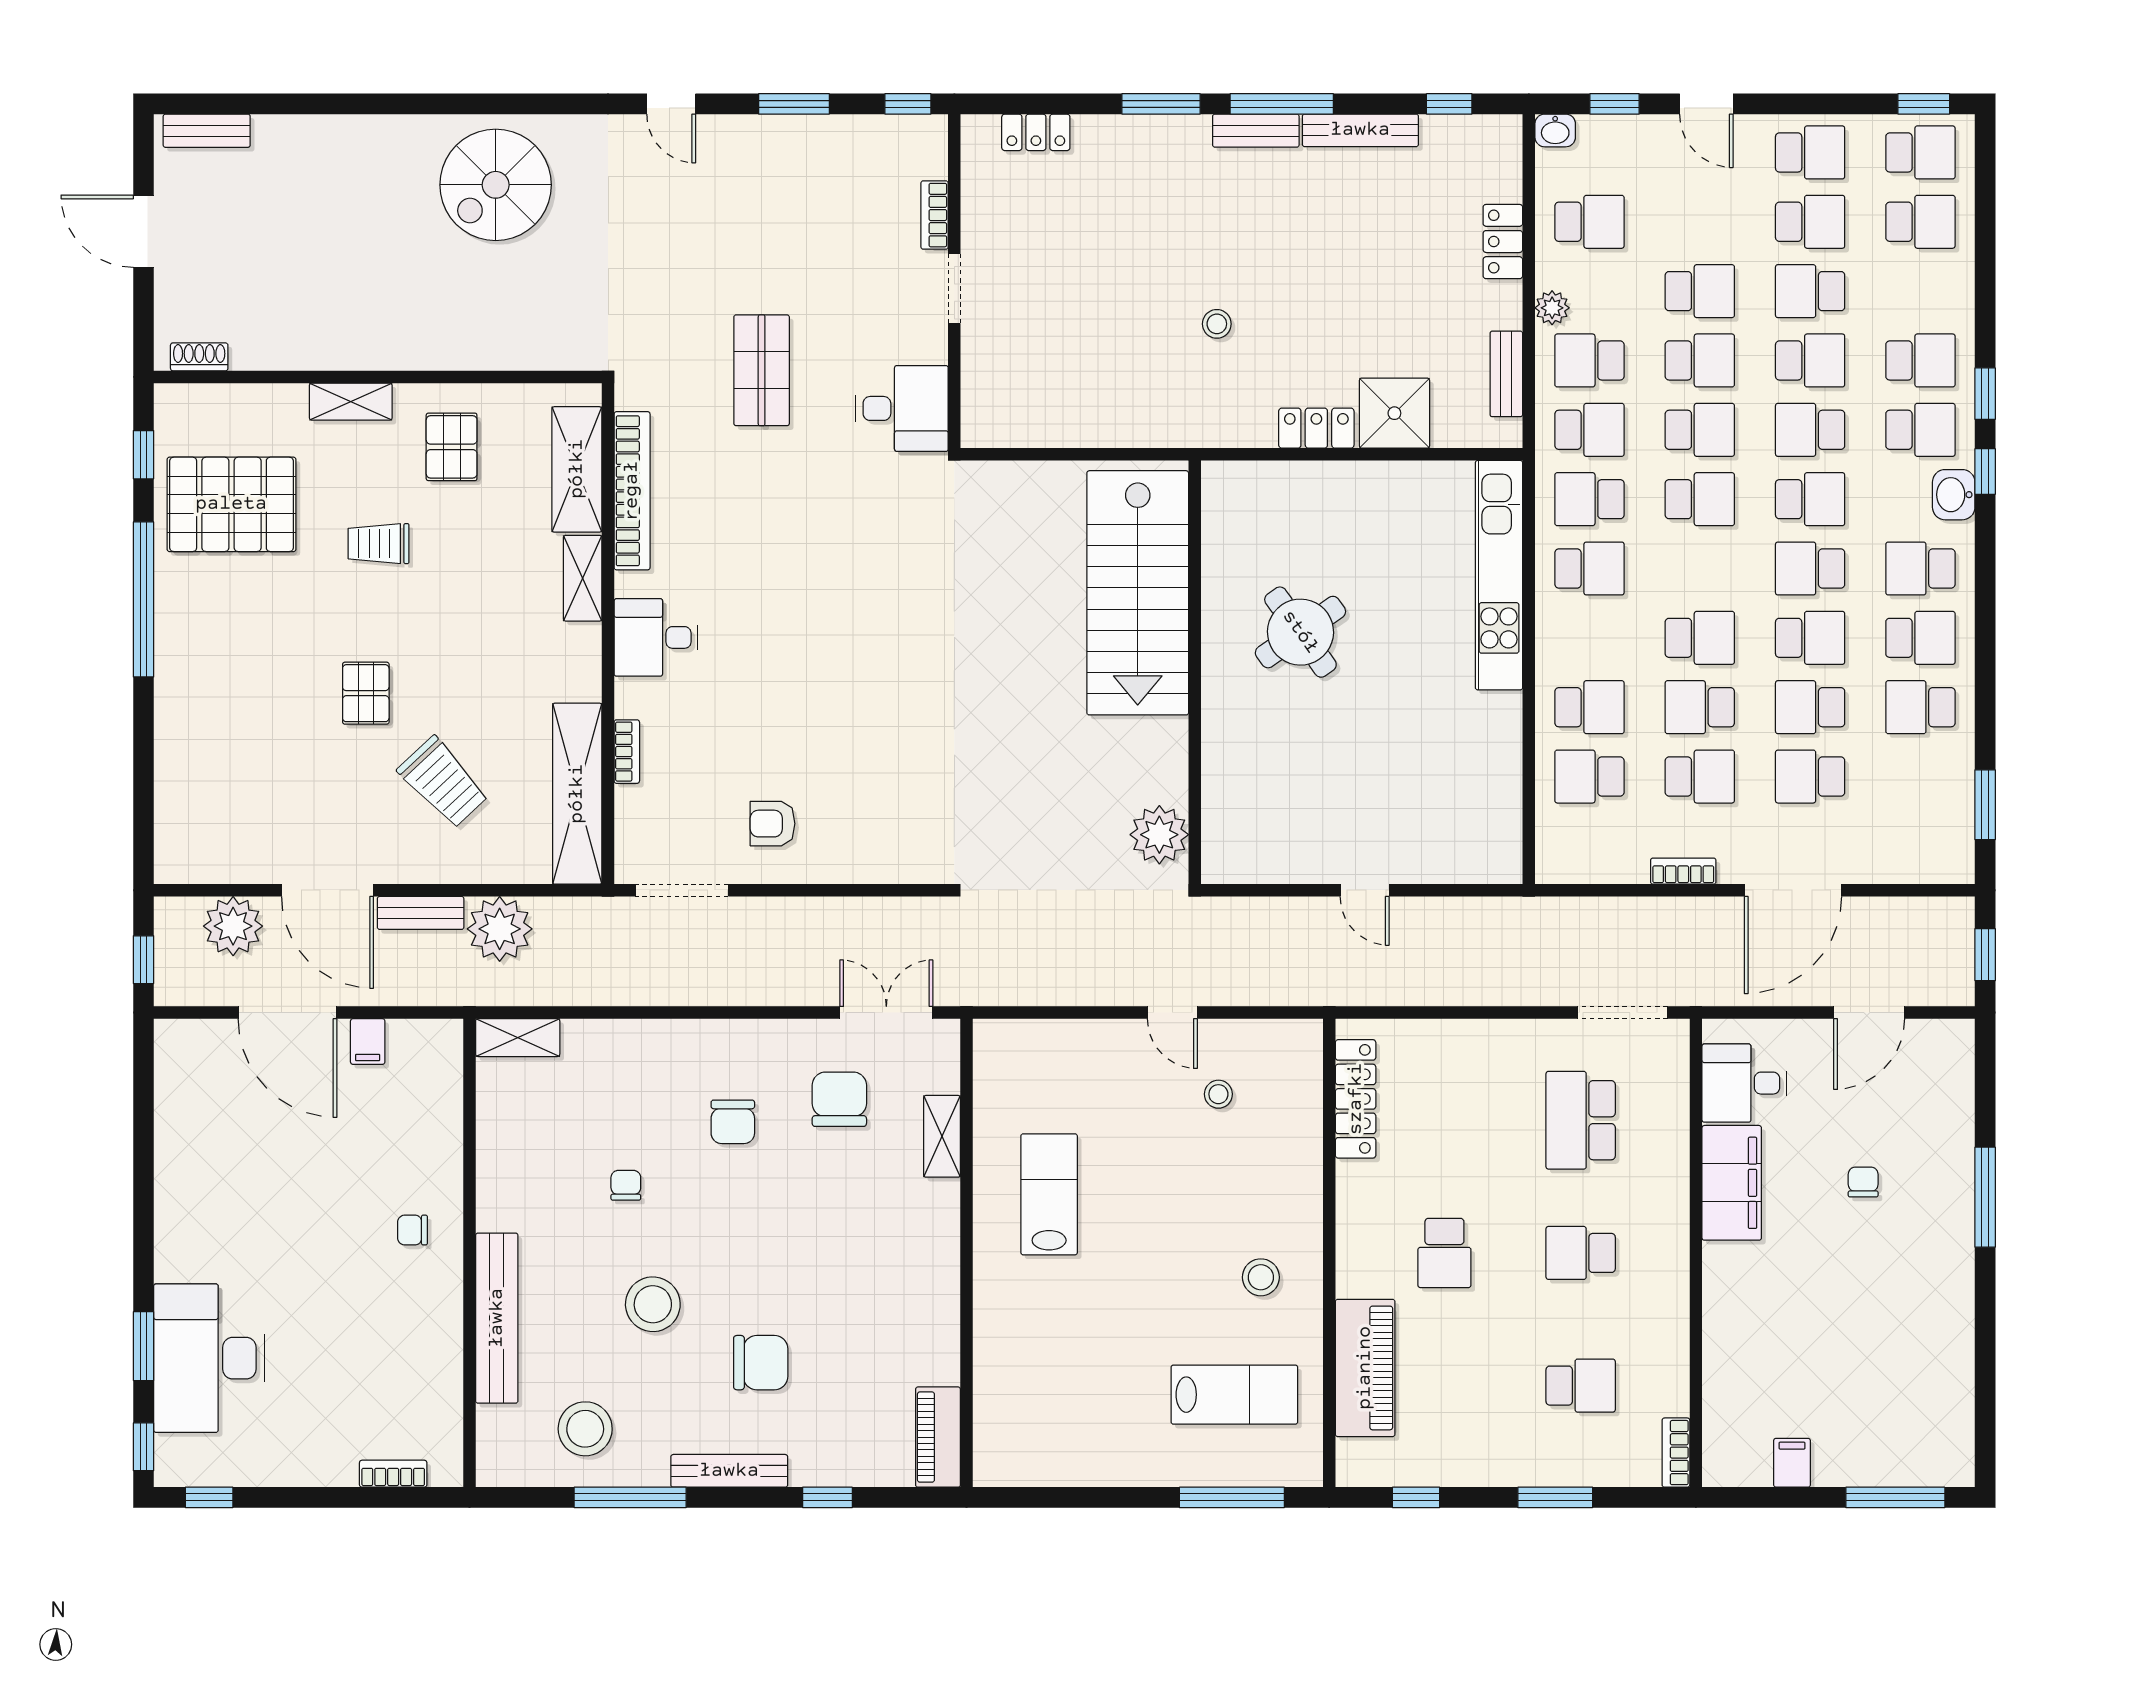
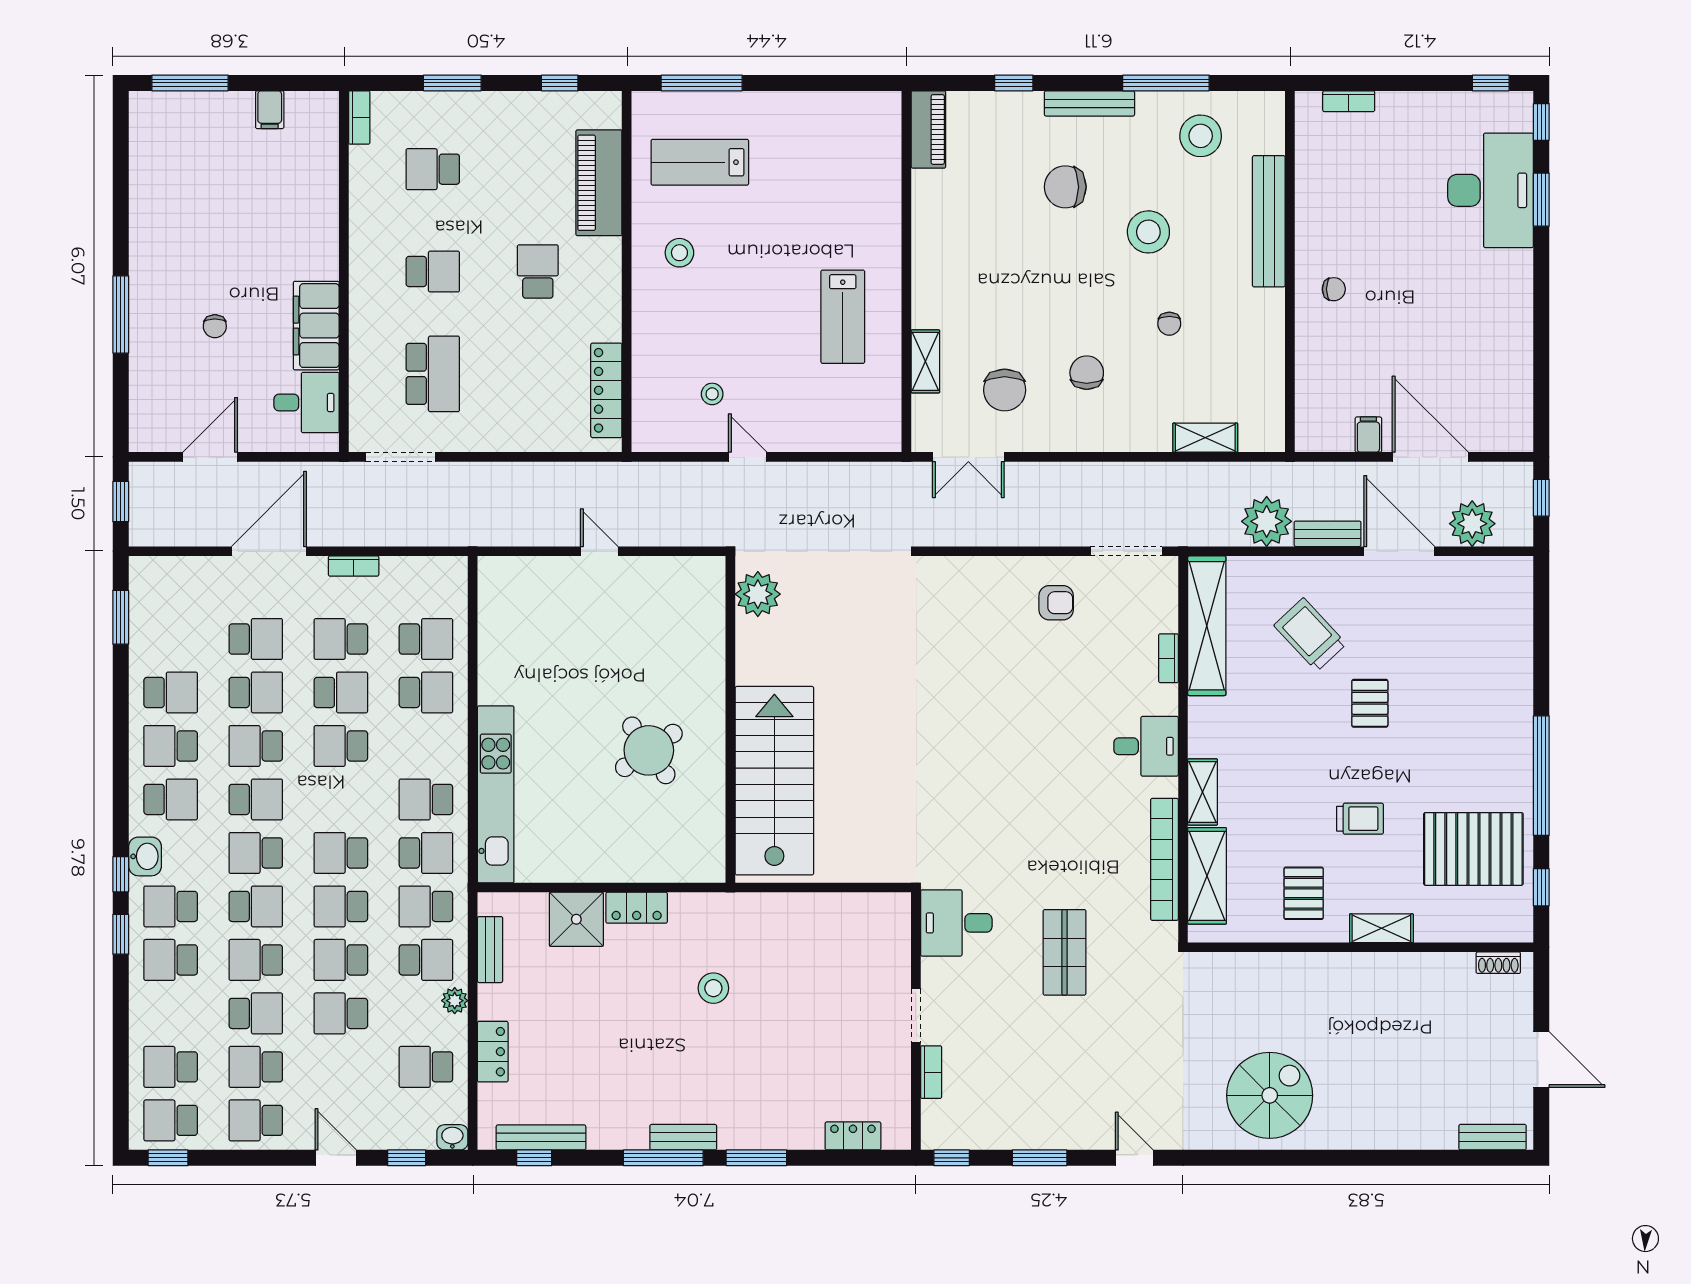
bench: (1360, 130) -> (541, 1137), moved
stool: (1217, 324) -> (713, 988), width x1.37, depth x1.37
school desk: (1589, 707) -> (426, 692), turned 180
shelving: (518, 1038) -> (1205, 438), moved

